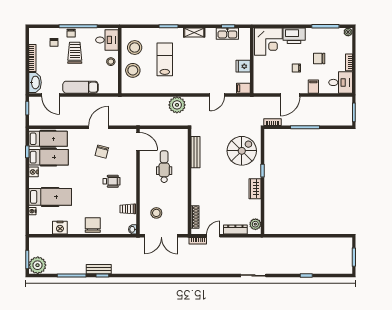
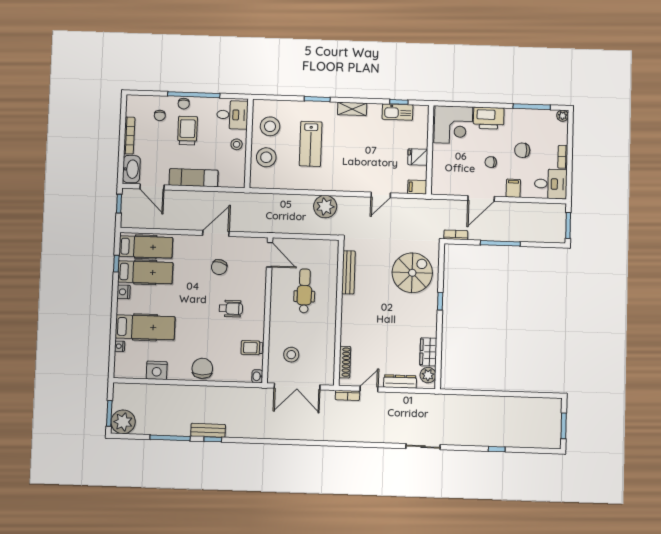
lab bench: (165, 59) -> (311, 144), turned 180
wardrobe: (255, 189) -> (428, 352), moved

